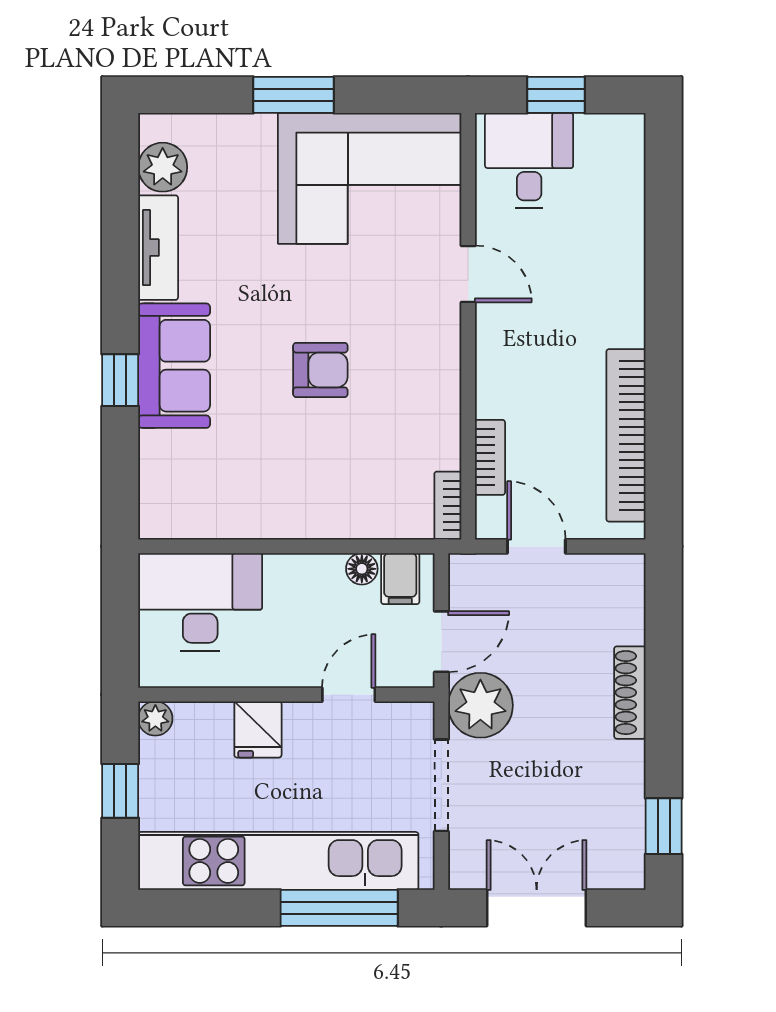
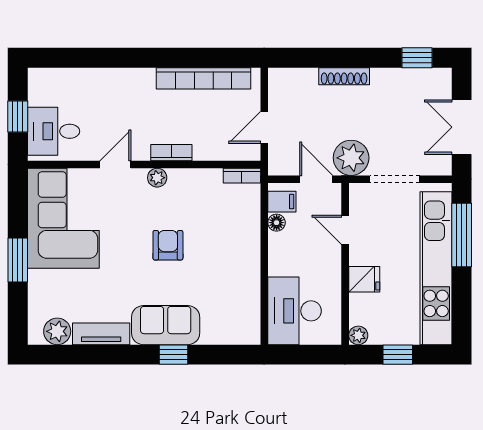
plant: (444, 350) -> (157, 178), added
bookcase: (490, 457) -> (171, 153), moved

